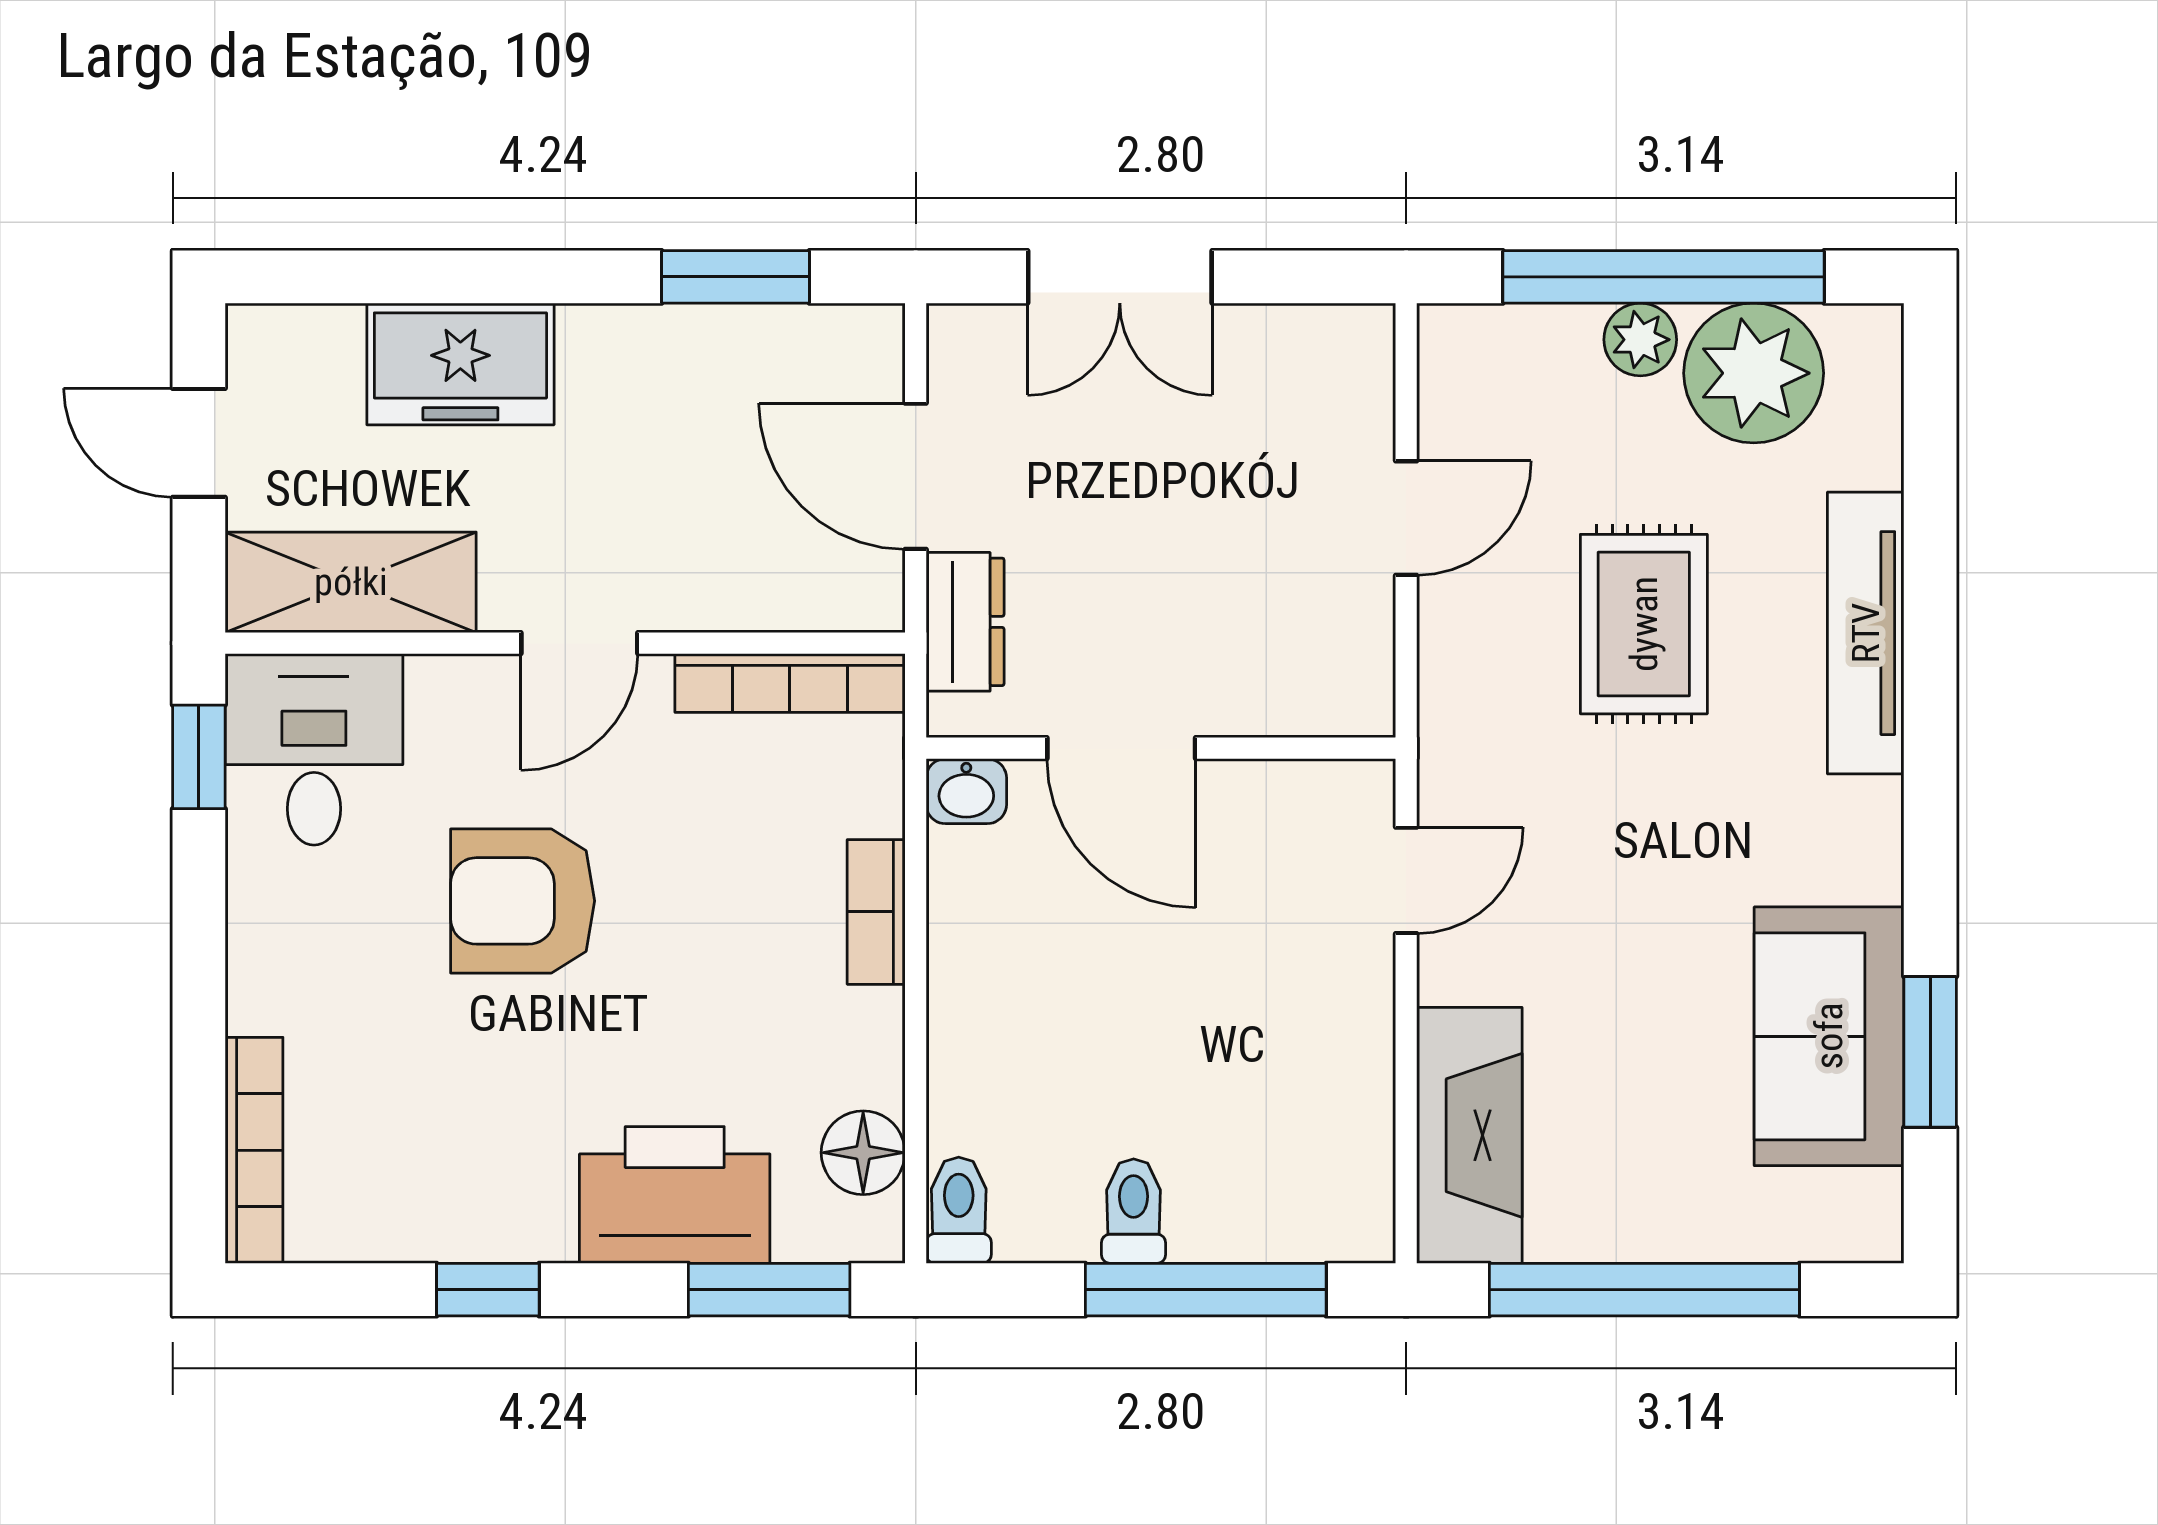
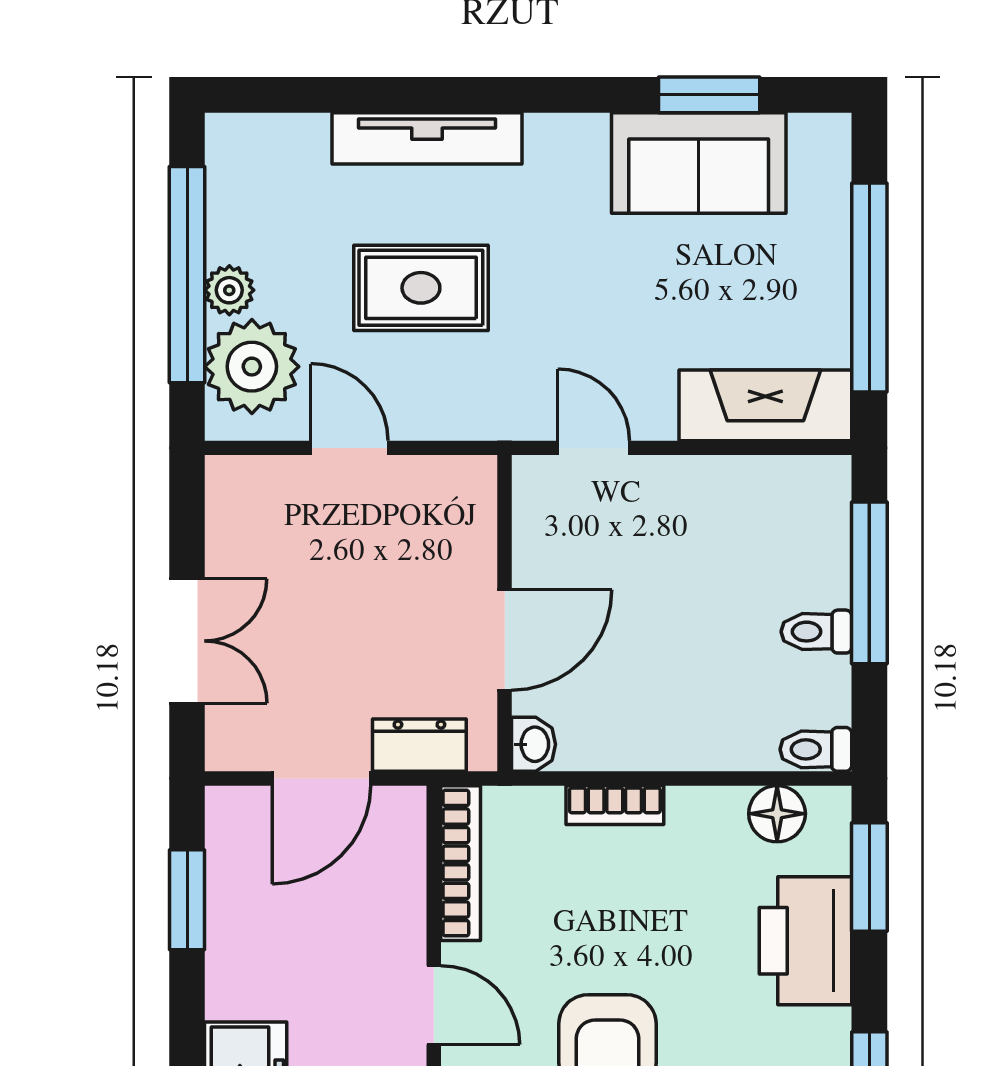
plant: (1754, 373) -> (252, 367), moved

